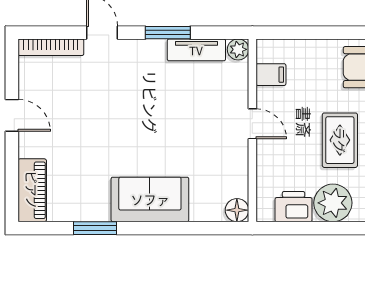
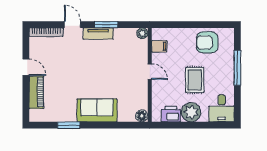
tv unit: (196, 50) -> (98, 34), moved
piano: (32, 190) -> (36, 92), moved

